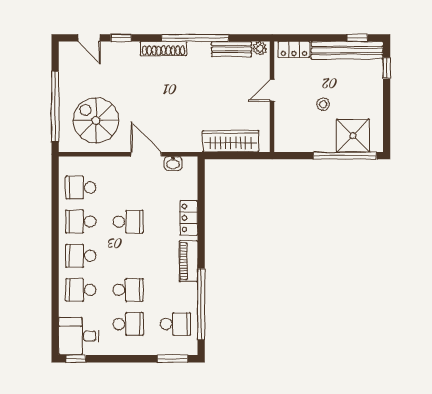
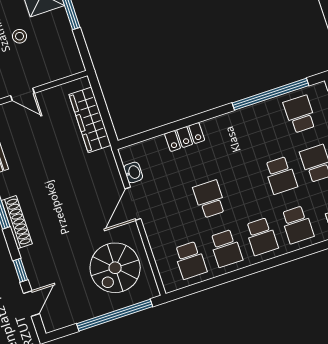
piano: (188, 261) -> (230, 122), removed
school desk: (128, 290) -> (281, 175), turned 180

